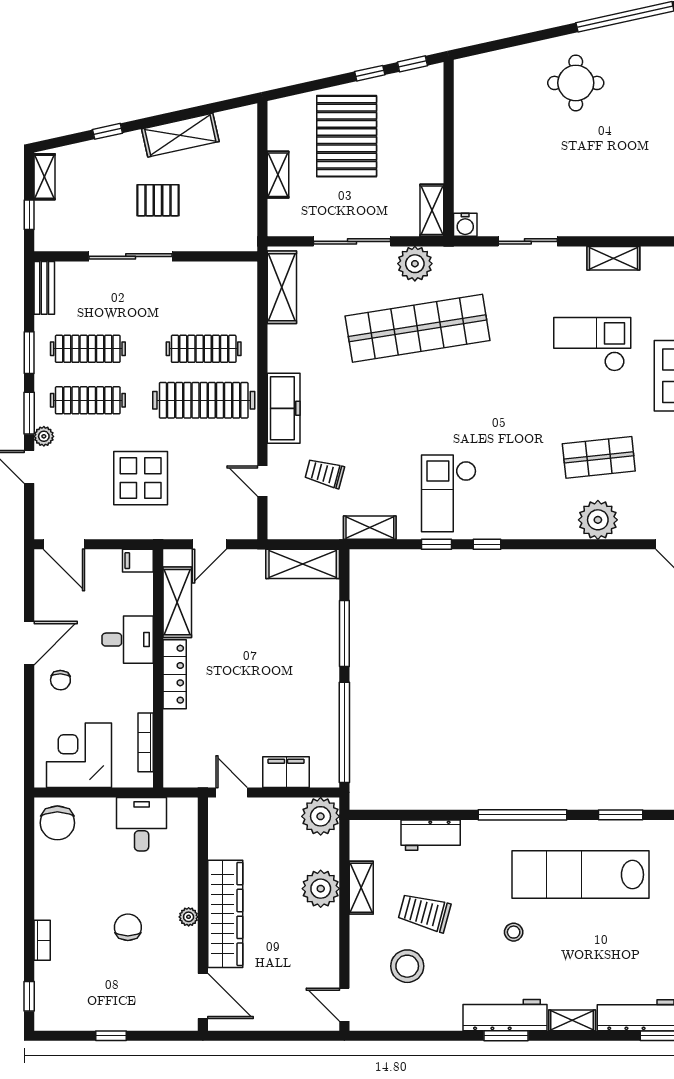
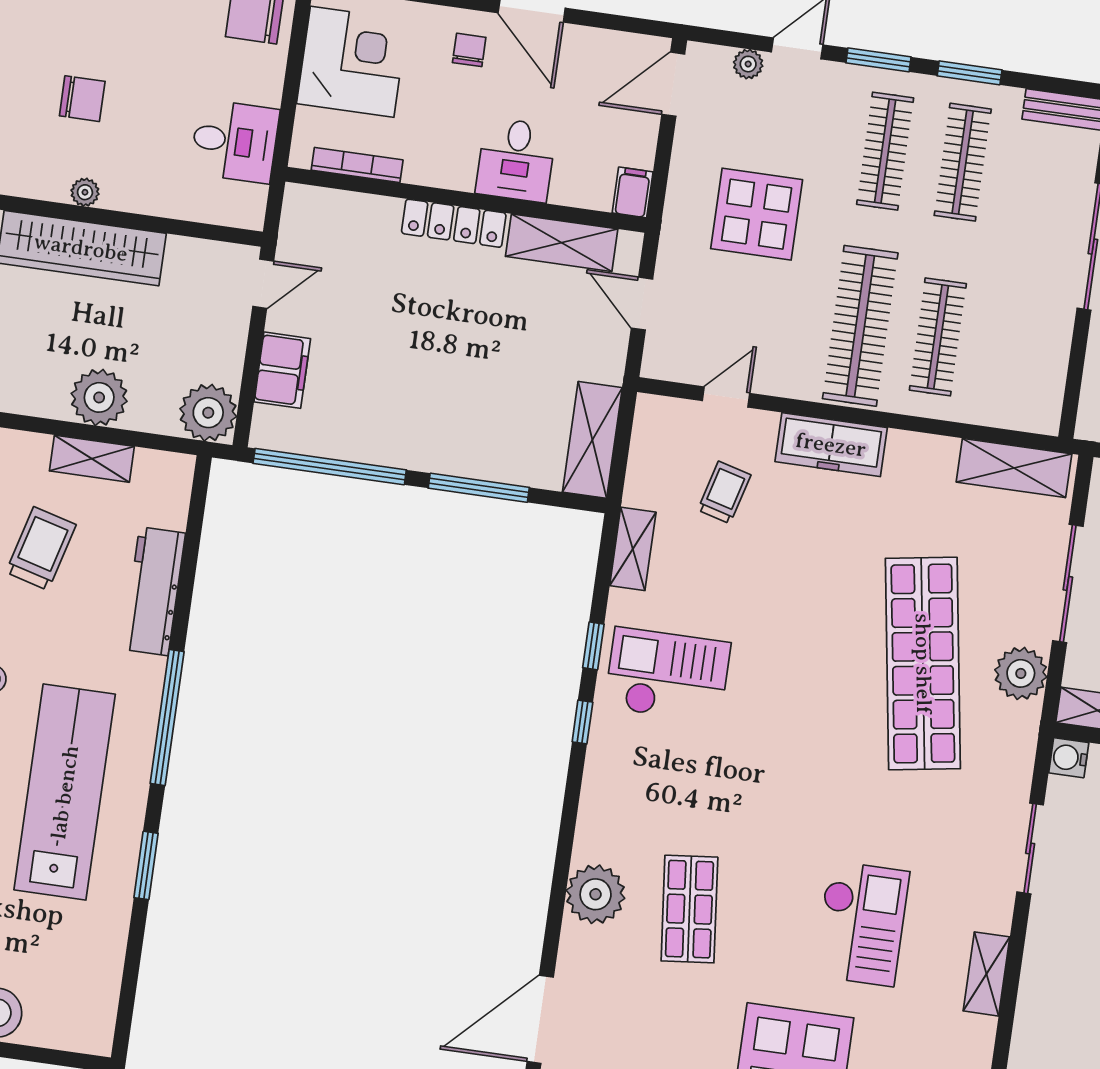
plant: (44, 436) -> (748, 64), moved
chair: (60, 680) -> (469, 50), turned 88
workbench: (431, 835) -> (154, 591), width x1.38

